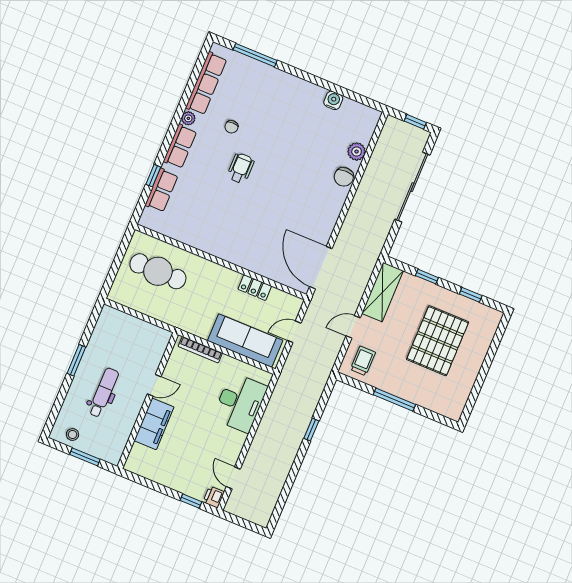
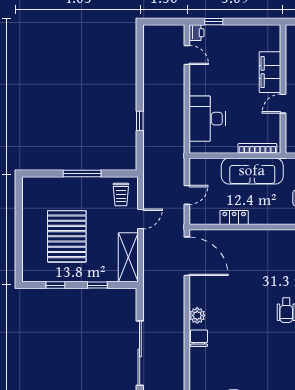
plant: (357, 152) -> (197, 315), moved
sofa: (245, 341) -> (252, 171), moved

